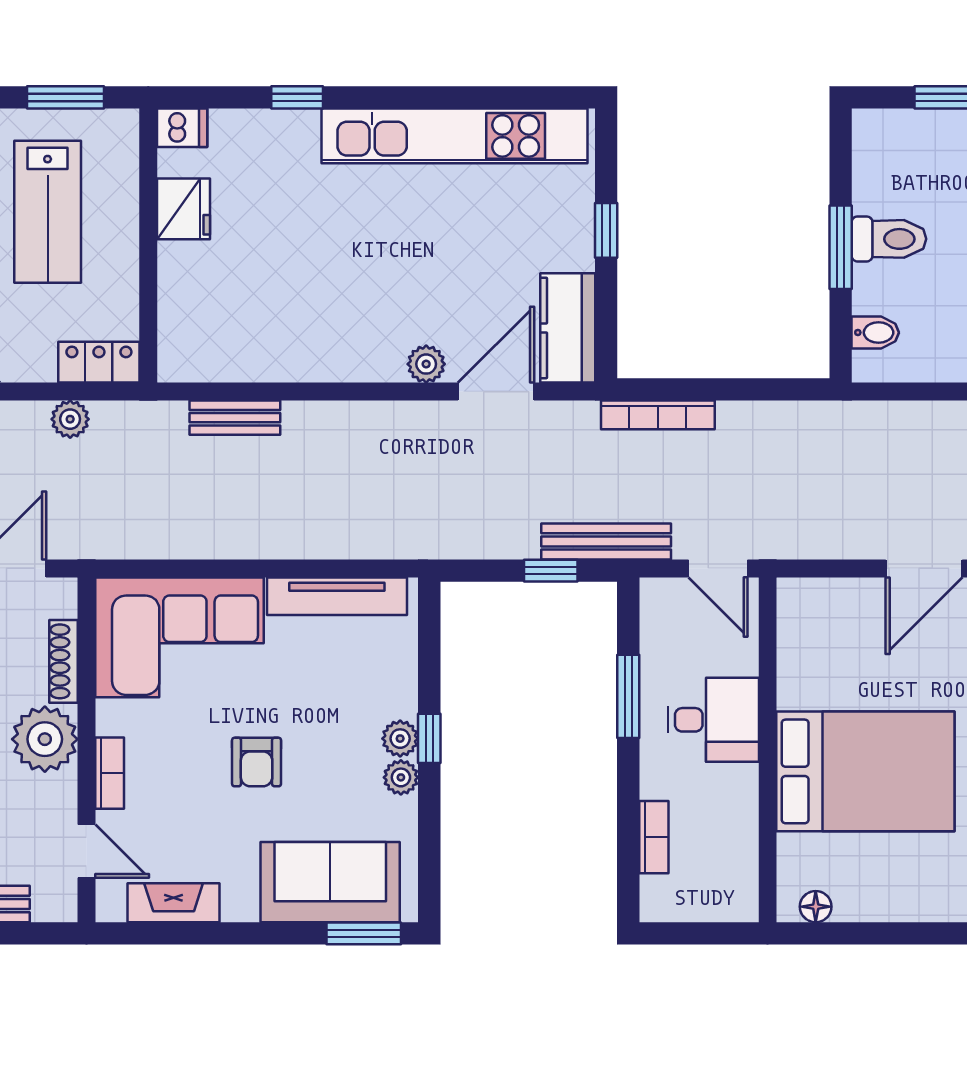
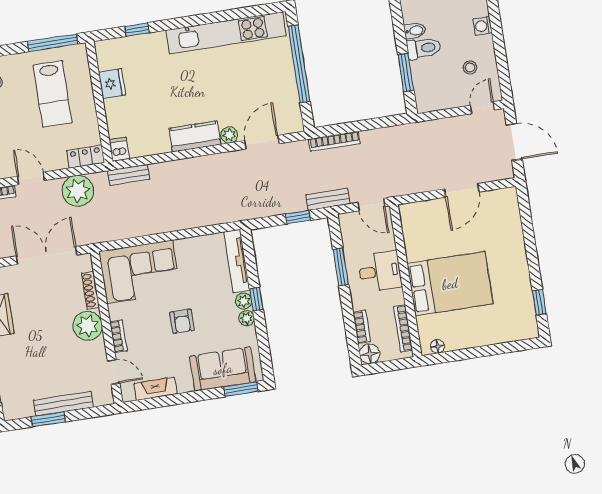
window: (65, 97) -> (53, 43), width x1.44
window: (297, 97) -> (137, 29), moved
dishwasher: (182, 128) -> (119, 149), moved, turned -90
window: (606, 230) -> (299, 64), width x3.17
window: (841, 247) -> (406, 73), moved
kitchen counter: (568, 328) -> (195, 136), moved, turned 90
bidet: (875, 333) -> (415, 31), moved
bench: (235, 418) -> (129, 175), moved
plant: (70, 419) -> (78, 191), width x1.88, depth x1.88
bench: (606, 541) -> (328, 199), width x0.73
tv unit: (337, 596) -> (237, 261), moved, turned 90
bookcase: (745, 855) -> (403, 328), added
floor lamp: (662, 900) -> (370, 354), added

